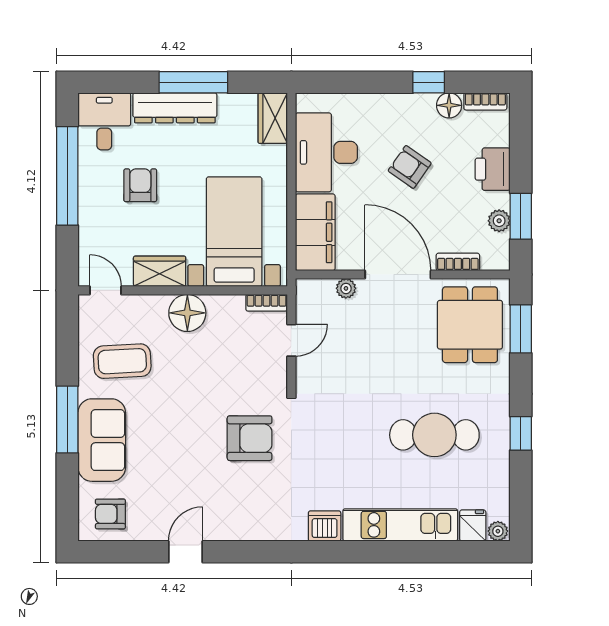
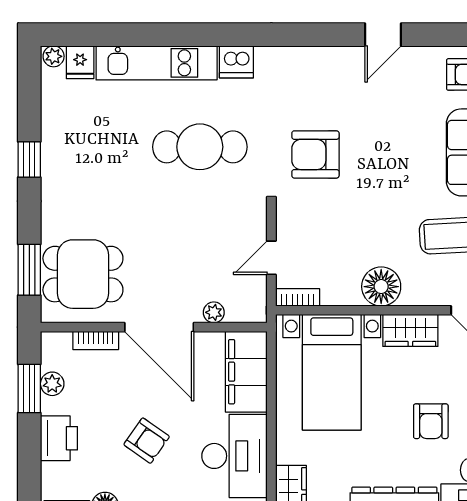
dining table: (470, 325) -> (83, 274), turned 90
cafe table: (434, 435) -> (200, 147), moved

